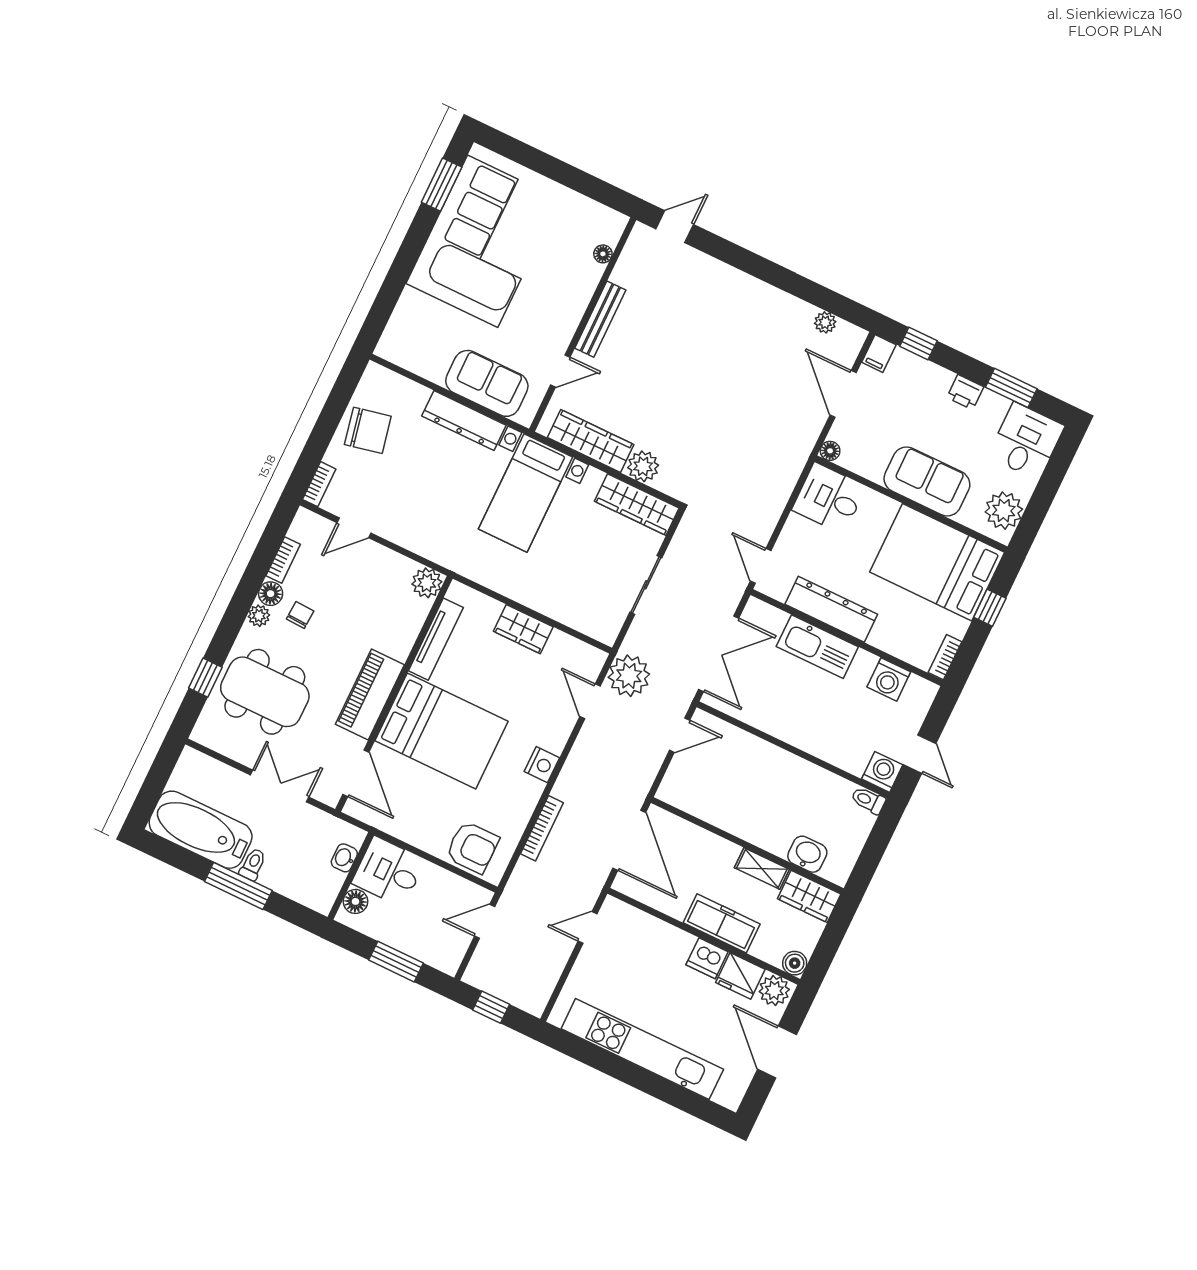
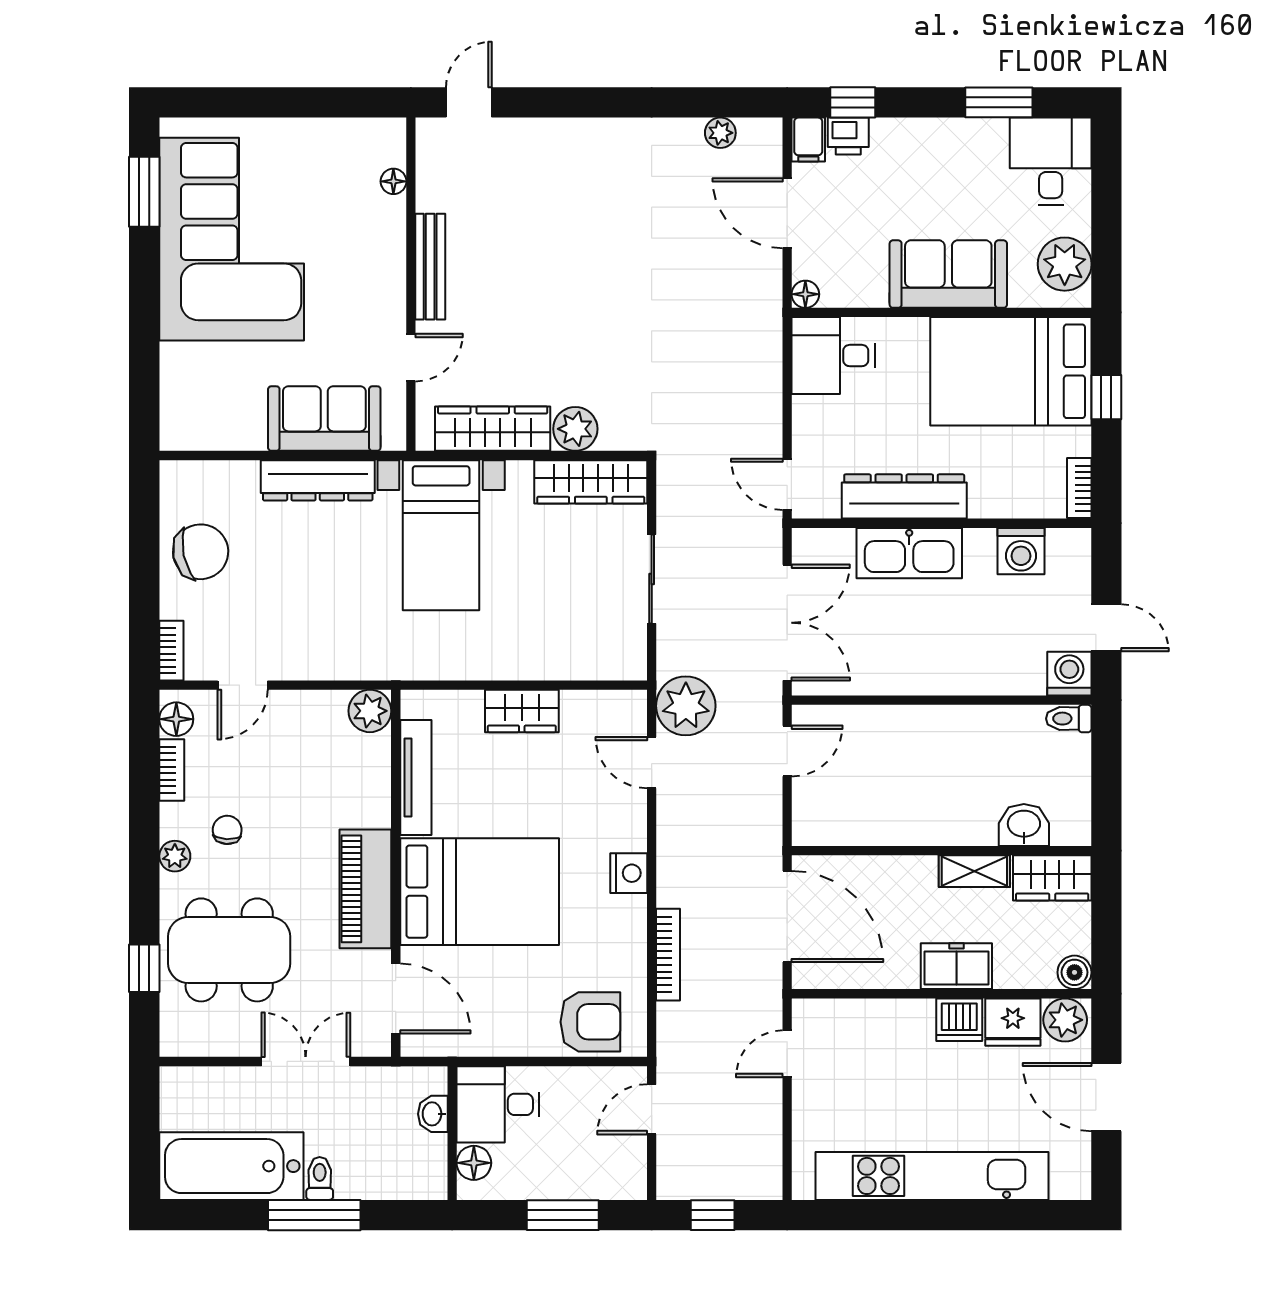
printer: (965, 392) -> (848, 136), moved
floor lamp: (271, 594) -> (176, 719), moved
freezer: (722, 923) -> (956, 966), width x0.71

